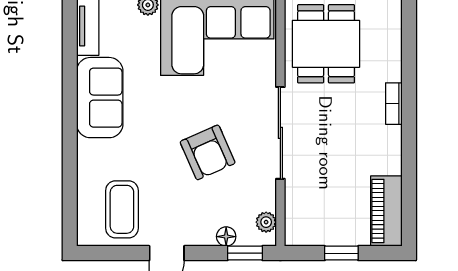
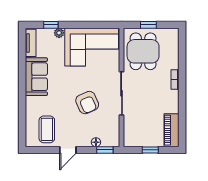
plant: (266, 222) -> (115, 135), removed

